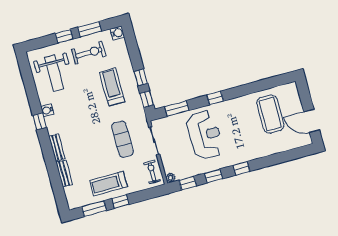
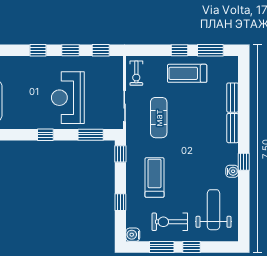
window: (141, 77) -> (120, 202), moved
treadmill: (112, 87) -> (154, 178), turned 180
plant: (171, 178) -> (118, 61), removed
treadmill: (109, 184) -> (187, 73), turned 180

